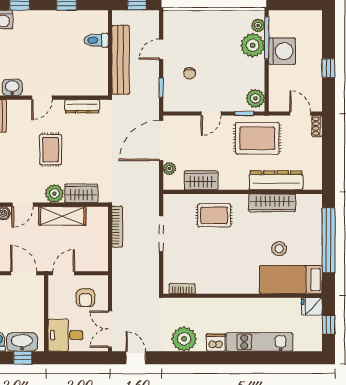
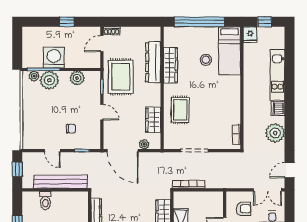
plant: (255, 98) -> (77, 78), moved

